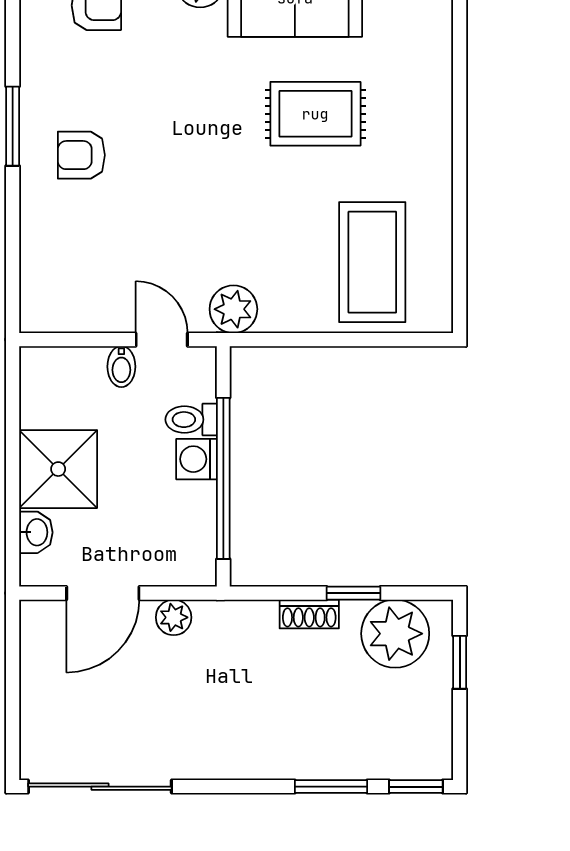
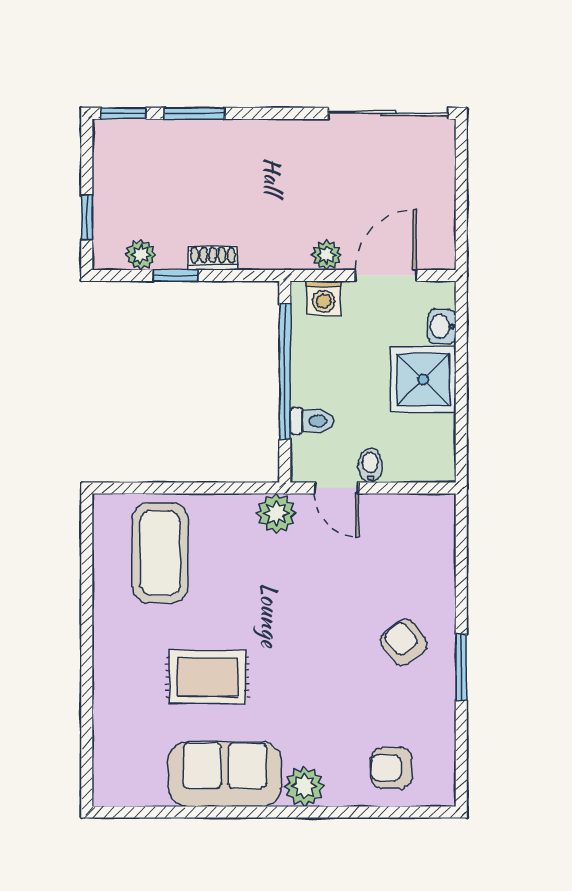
armchair: (81, 155) -> (404, 643), turned -128
washing machine: (196, 459) -> (324, 298), moved, turned 90
plant: (395, 634) -> (141, 255), width x0.53, depth x0.53

